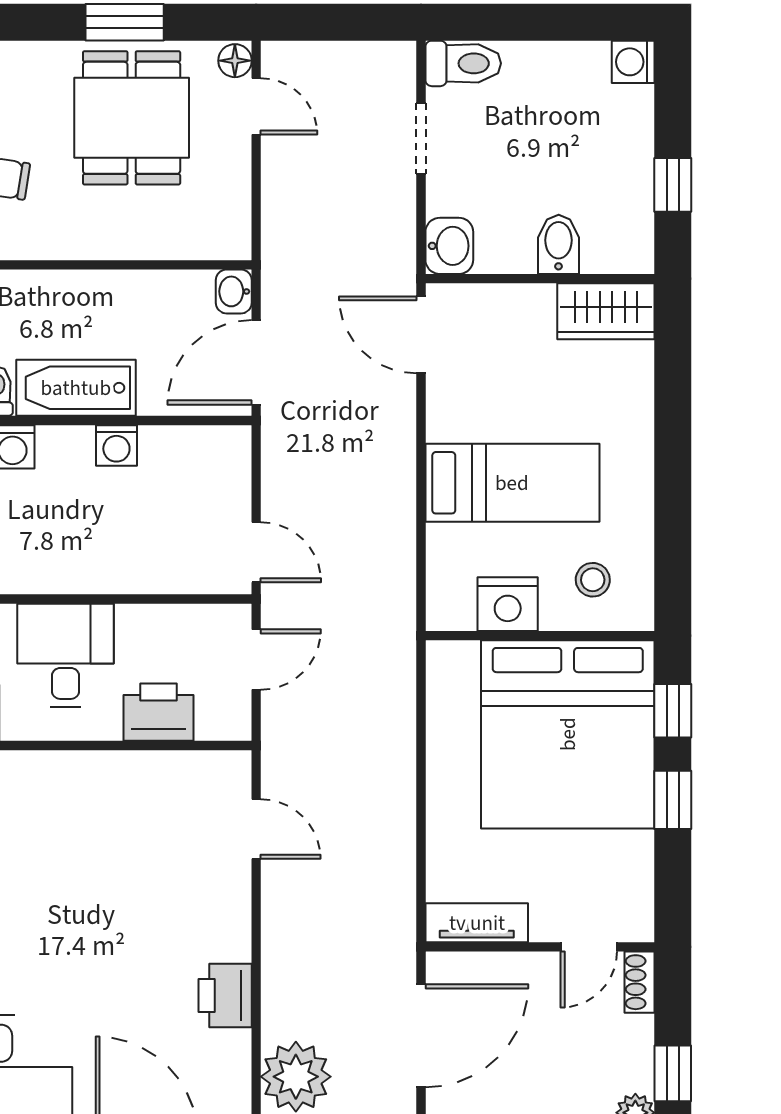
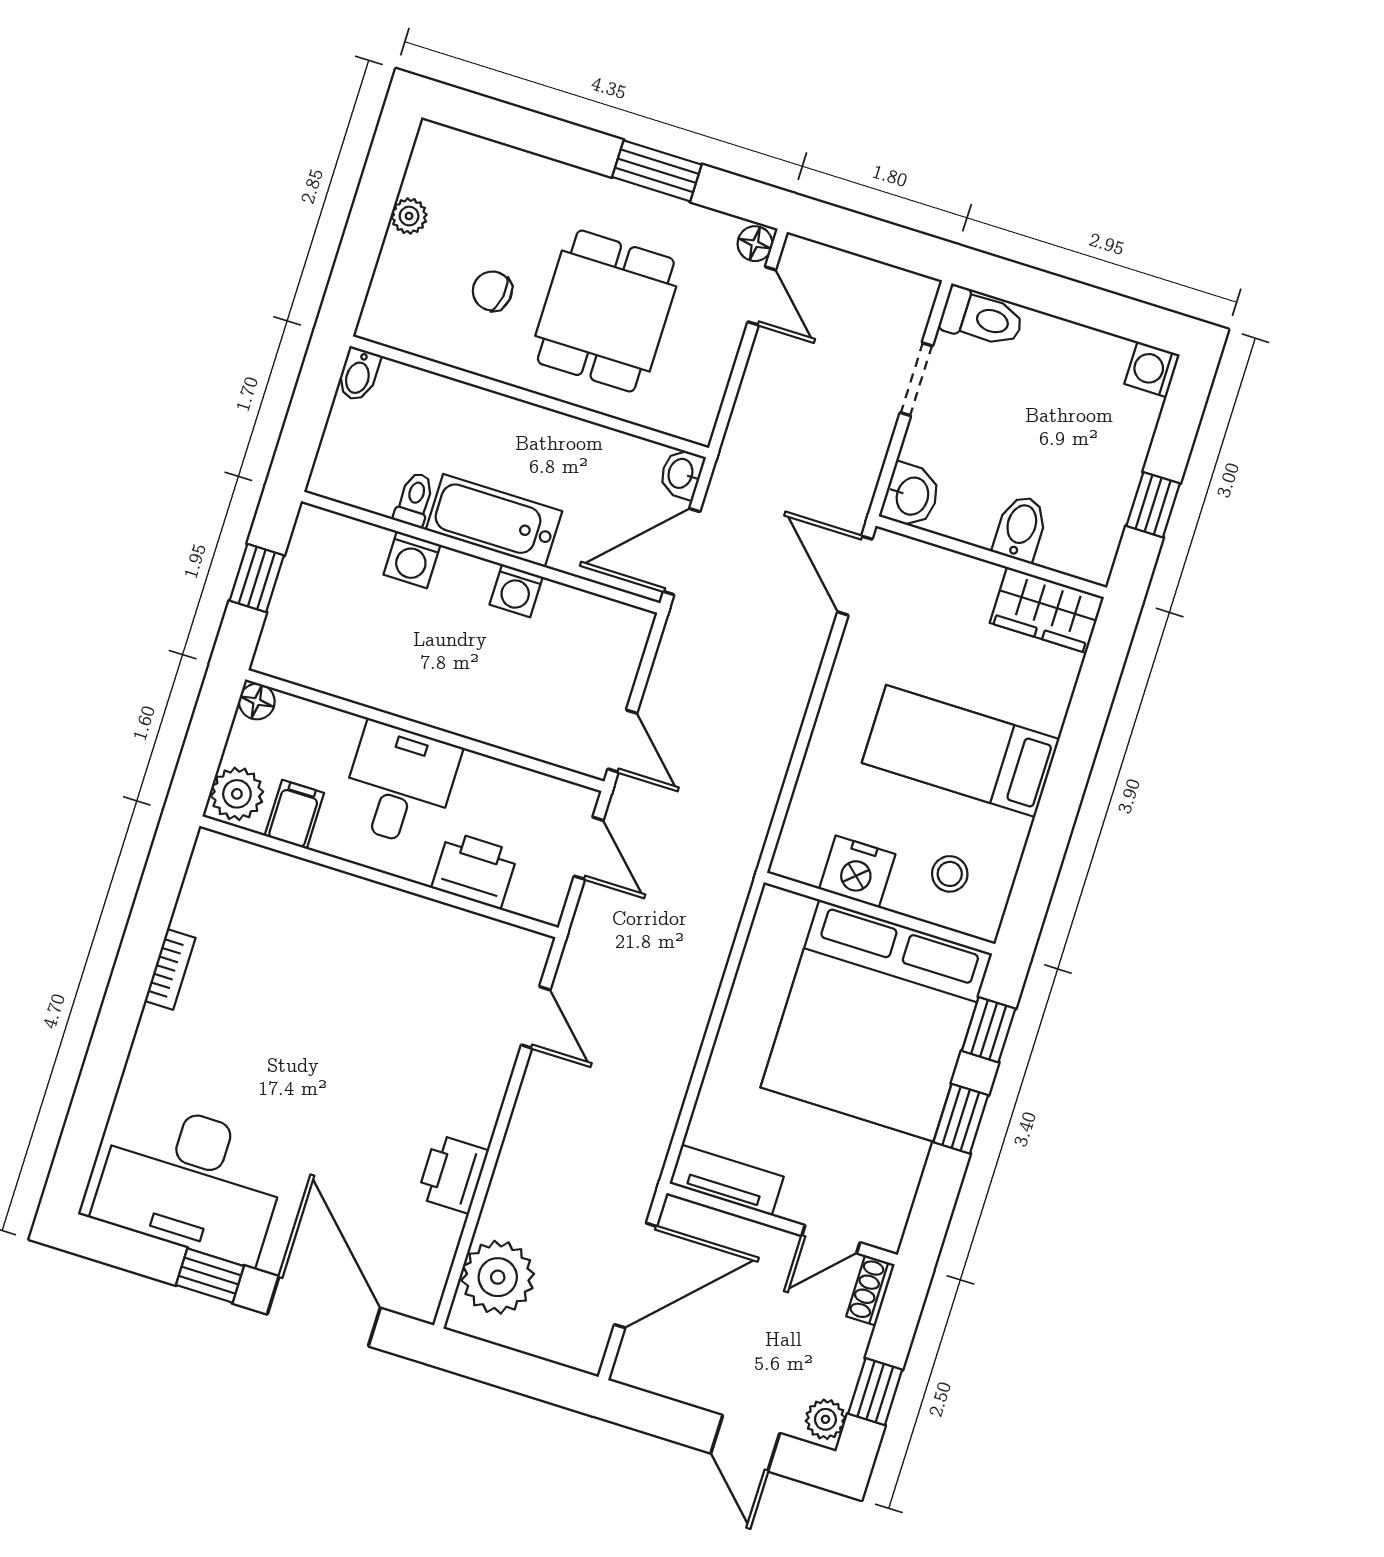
dining table: (132, 118) -> (606, 311), moved
bed: (512, 483) -> (961, 751), moved, turned 180
door: (256, 659) -> (589, 848), hinge flipped

